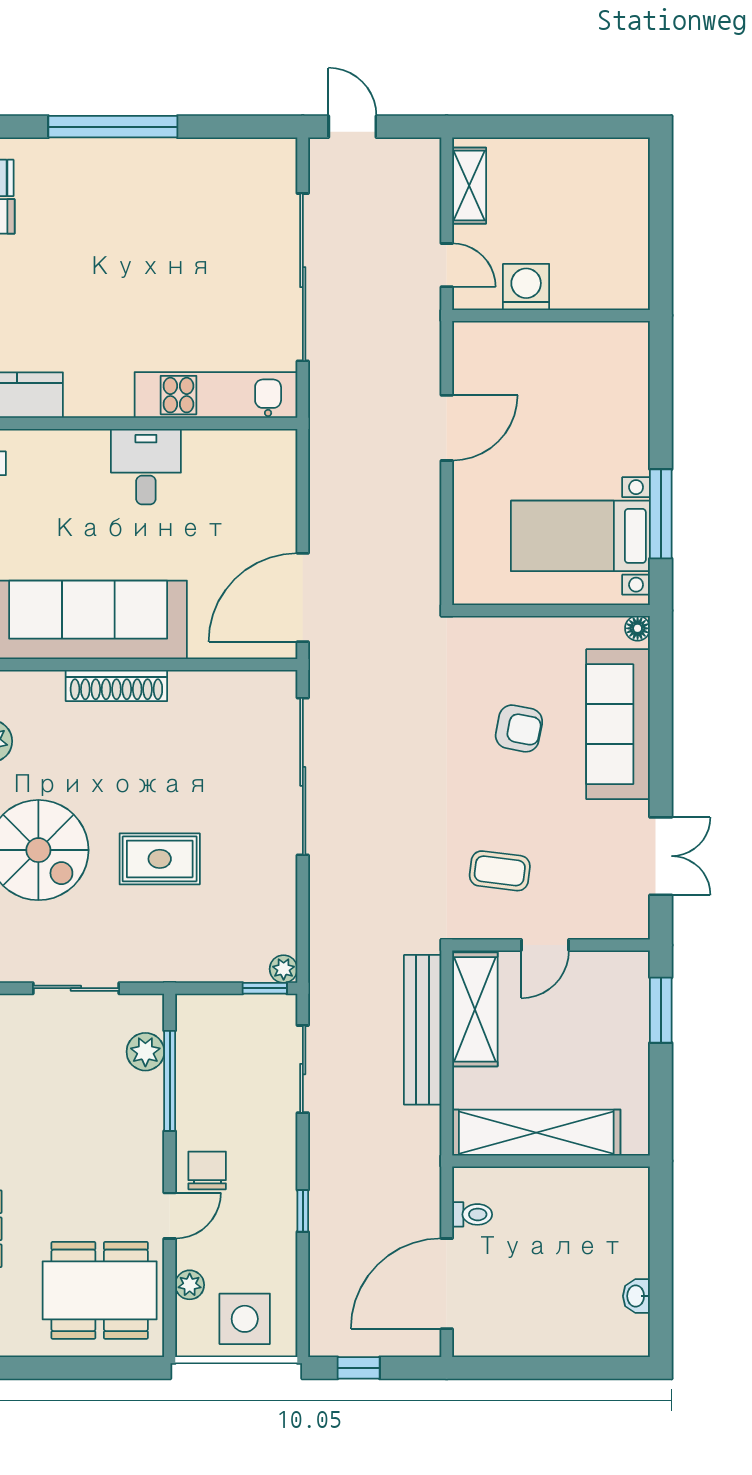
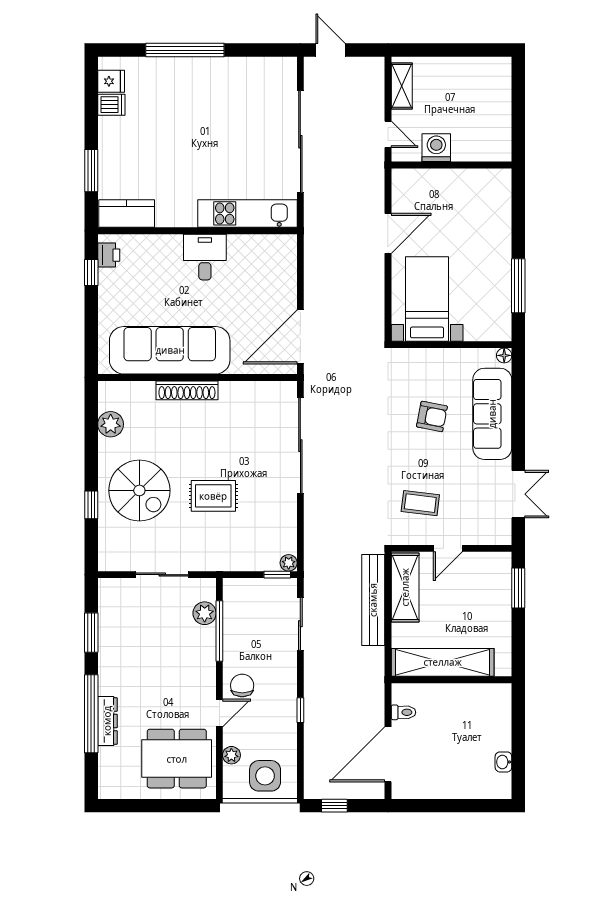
bed with nightstands: (580, 536) -> (427, 299), moved, turned 90

